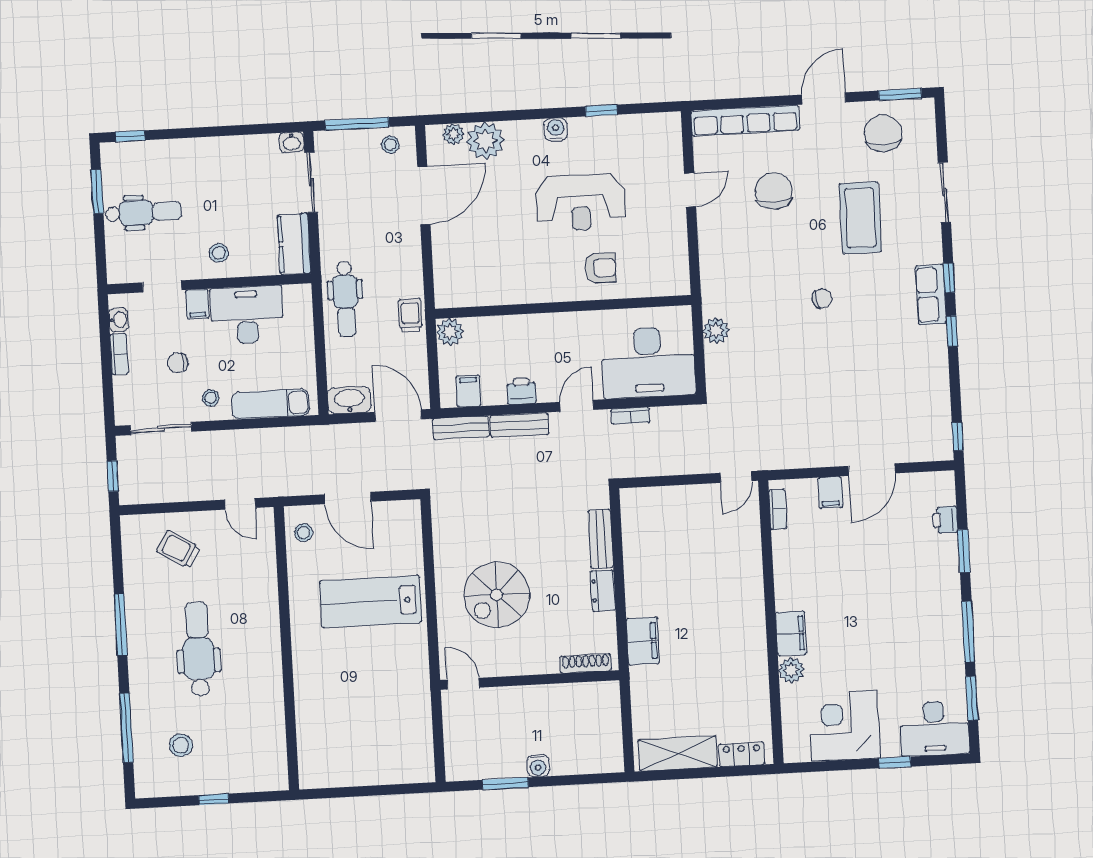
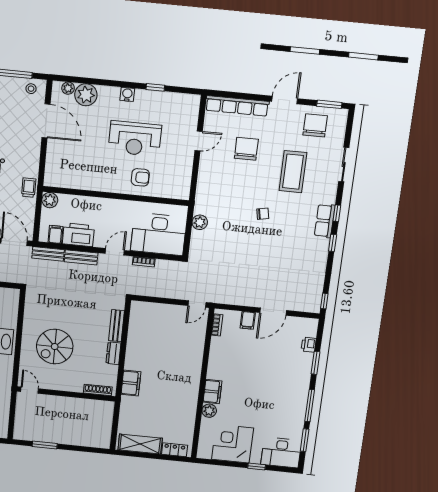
door: (424, 195) -> (46, 121), hinge flipped
printer: (521, 391) -> (78, 235), width x1.87, depth x1.48
water cooler: (538, 766) -> (64, 439), removed

